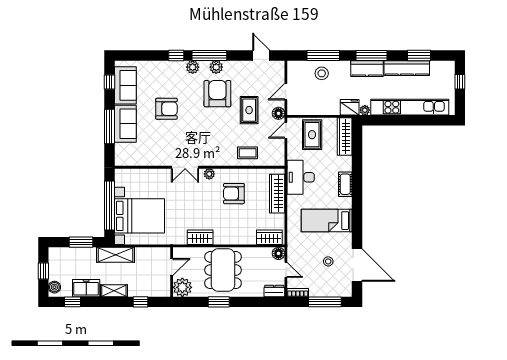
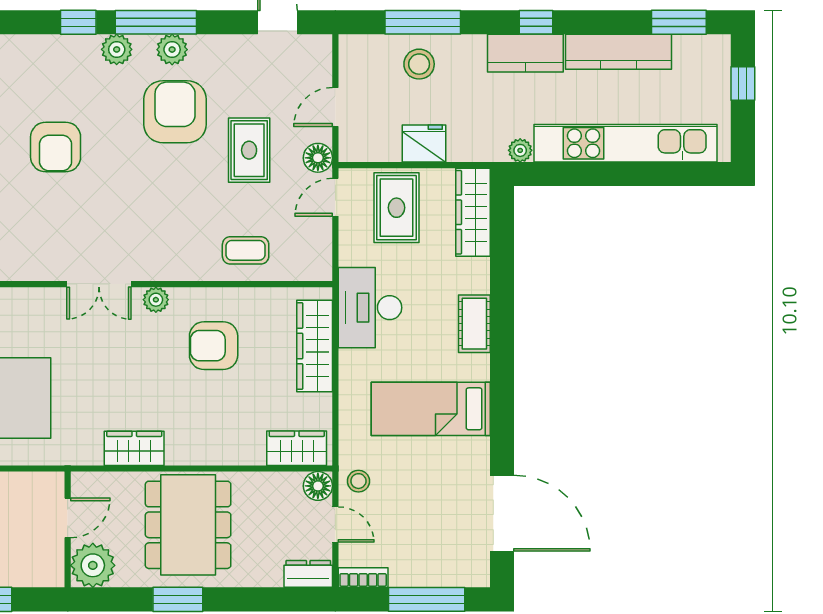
window: (372, 56) -> (536, 22), width x0.46
window: (419, 56) -> (679, 22), moved
fridge: (350, 107) -> (424, 143), moved
armchair: (166, 109) -> (56, 147), turned 90
stool: (328, 261) -> (358, 481), moved

